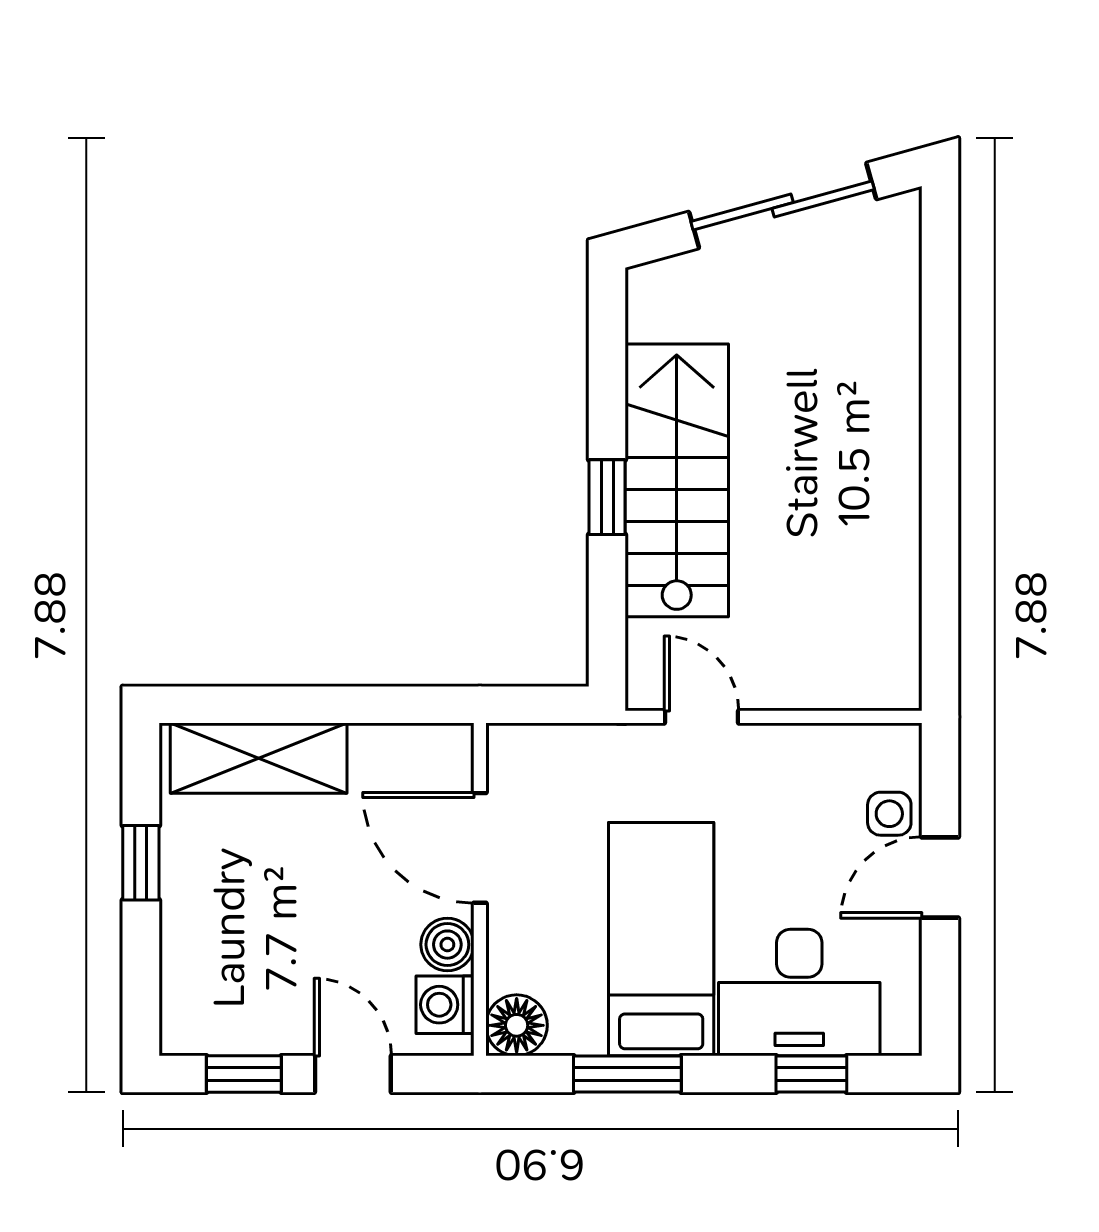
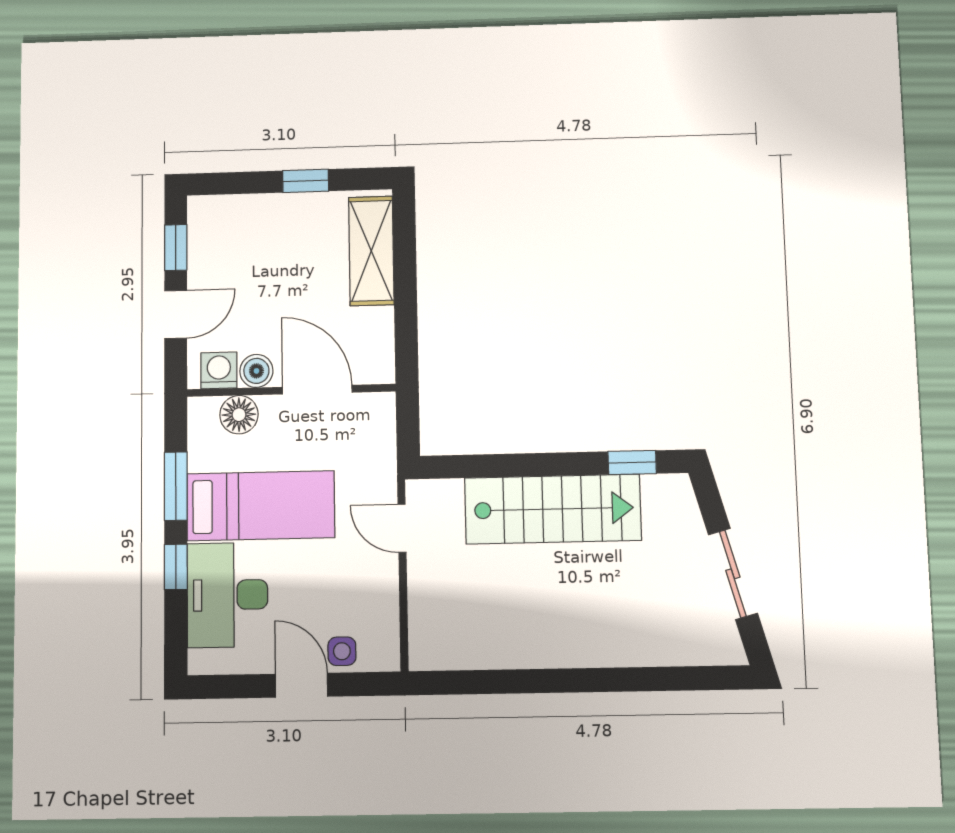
sliding door: (783, 205) -> (733, 574), width x0.73
window: (607, 497) -> (632, 463), moved
door: (701, 717) -> (402, 528), swing flipped
door: (480, 848) -> (317, 390), hinge flipped
floor lamp: (517, 1025) -> (239, 415), moved
window: (811, 1074) -> (176, 567), moved

